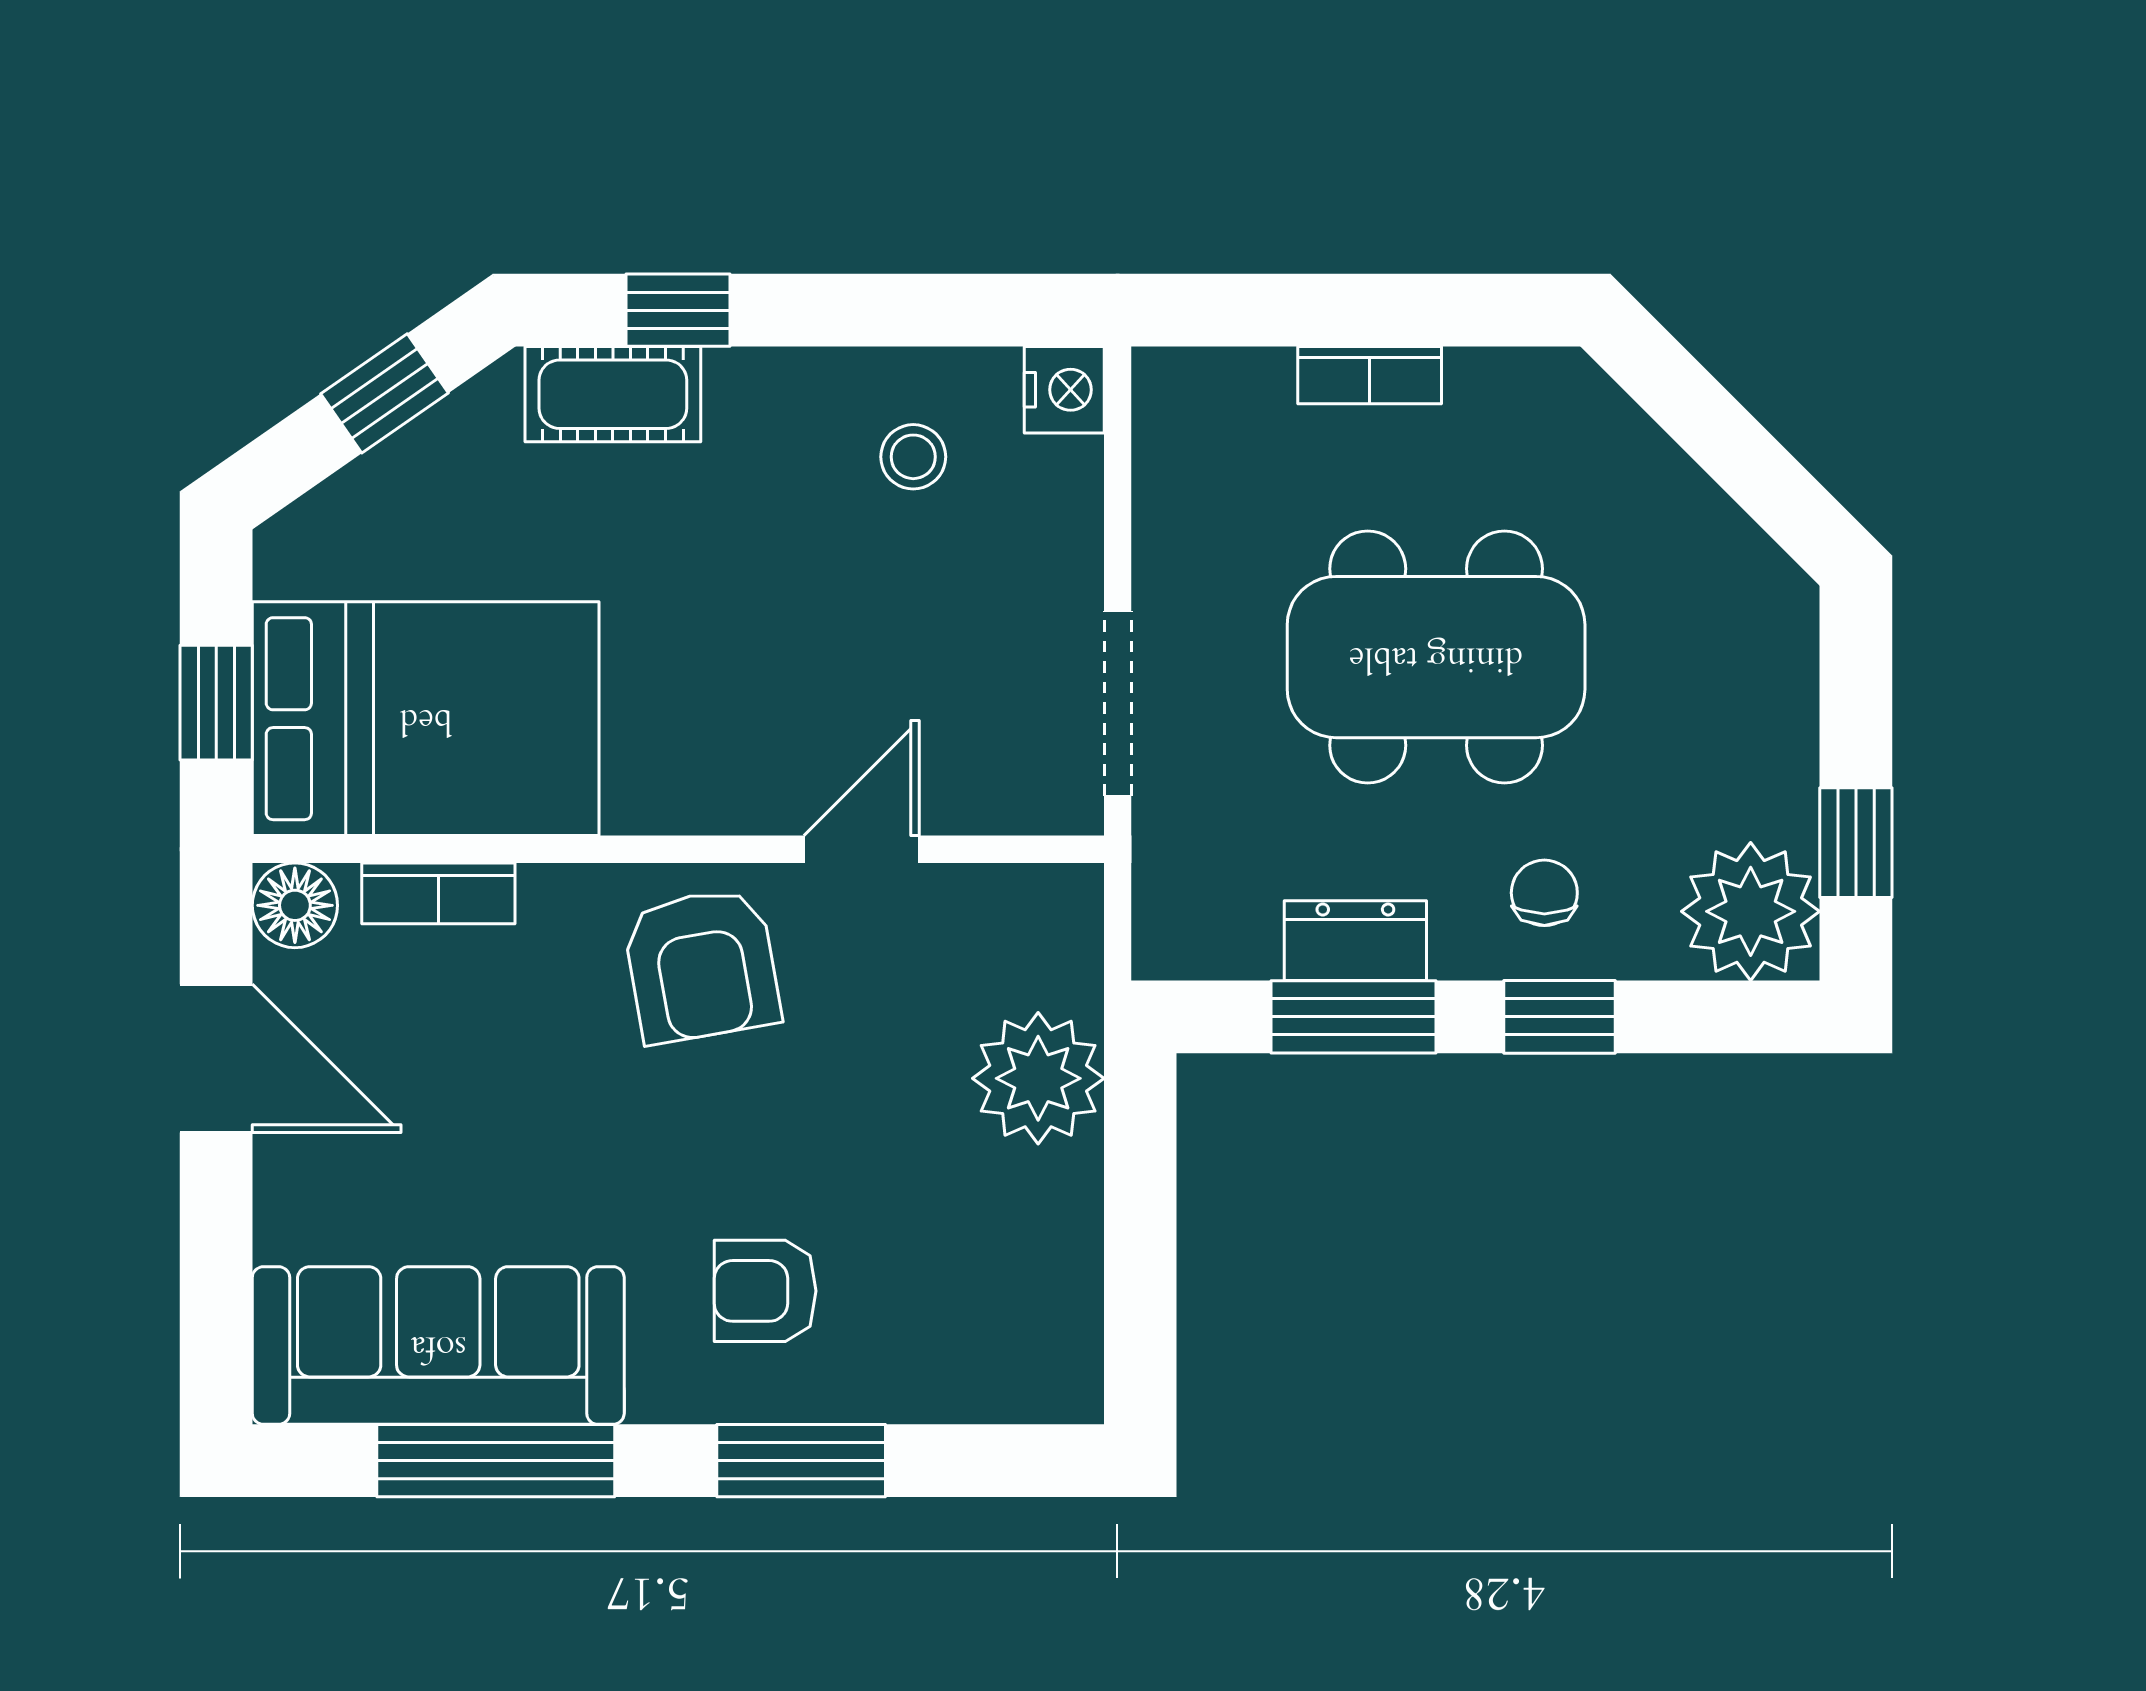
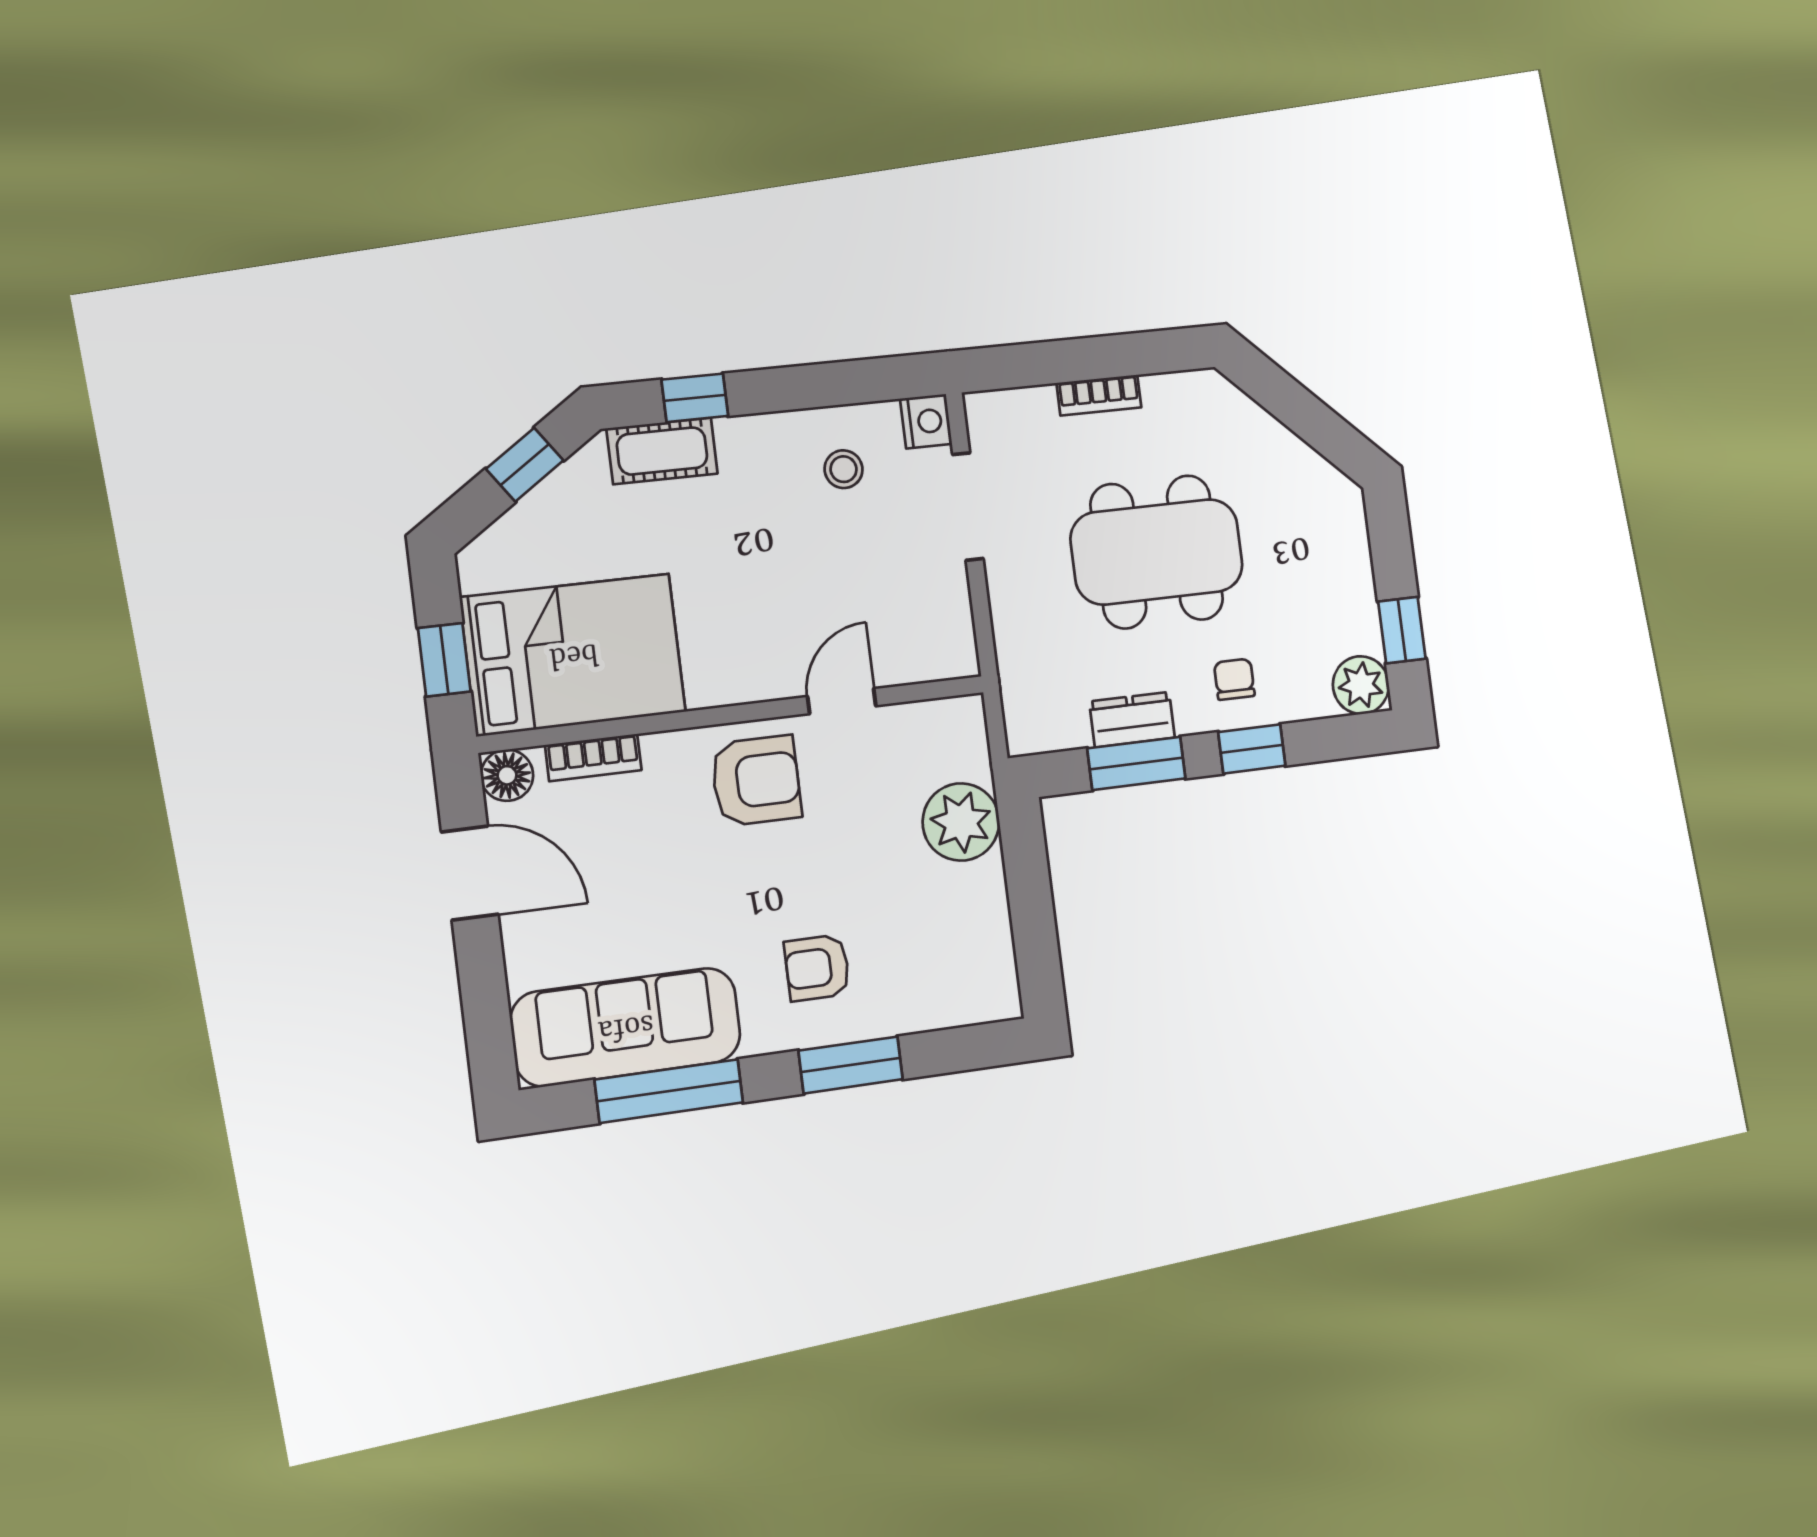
doorway: (1118, 703) -> (968, 507), moved
plant: (1751, 911) -> (1361, 685), width x0.73, depth x0.73
armchair: (702, 965) -> (756, 781), turned -80

